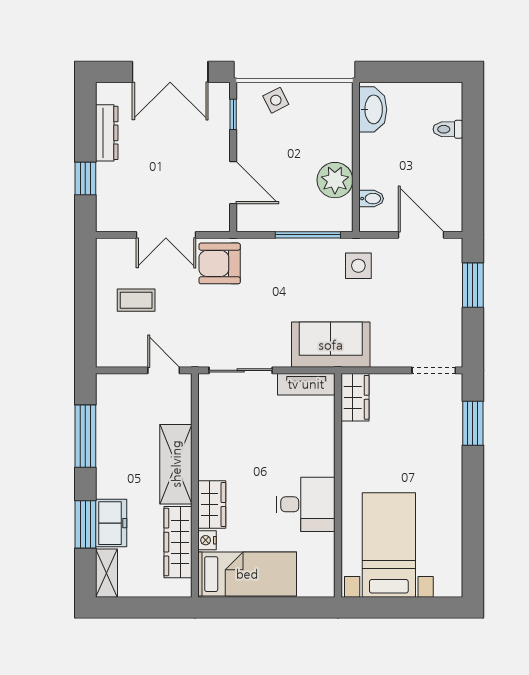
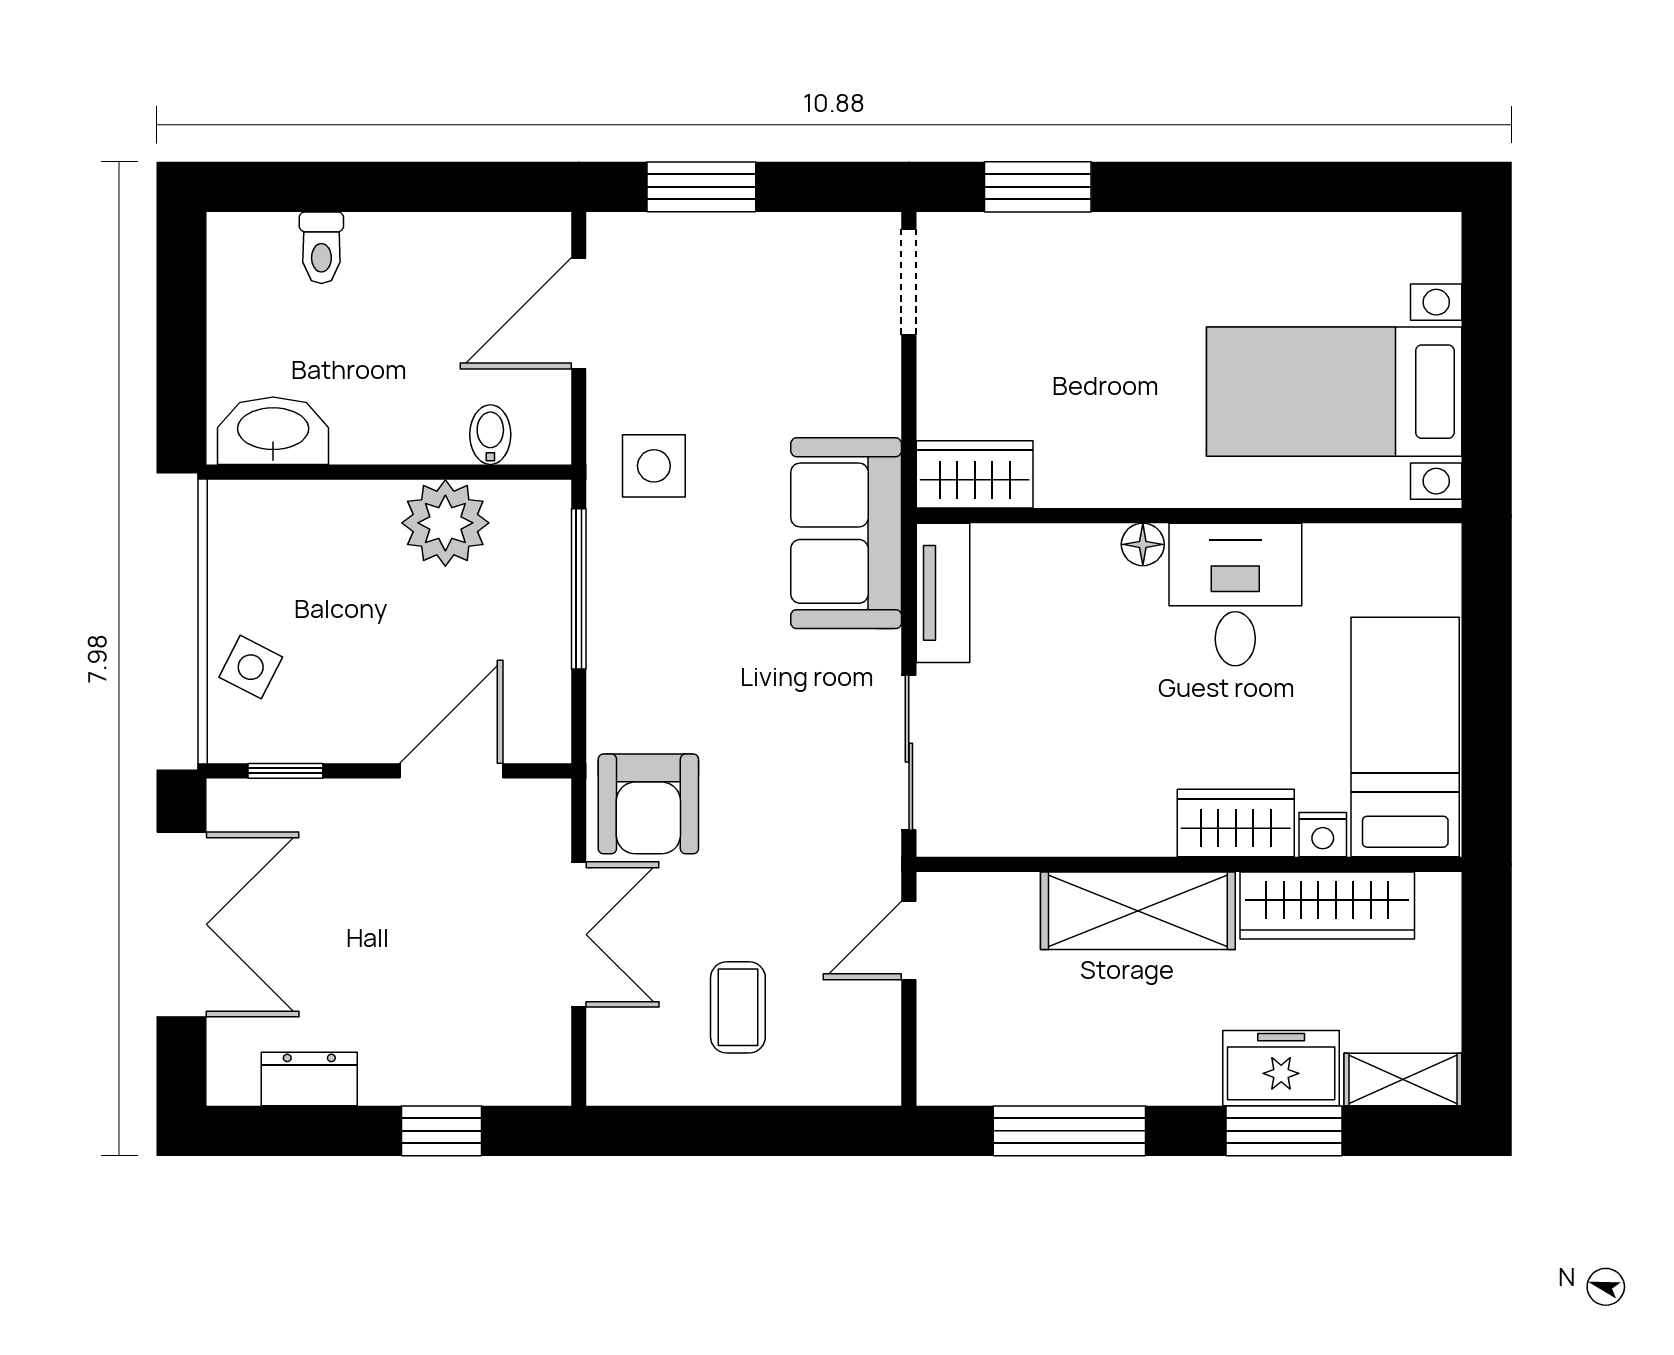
side table: (276, 100) -> (251, 667), turned -36
dresser: (107, 133) -> (309, 1079), width x0.70
floor lamp: (326, 466) -> (1143, 544), added

